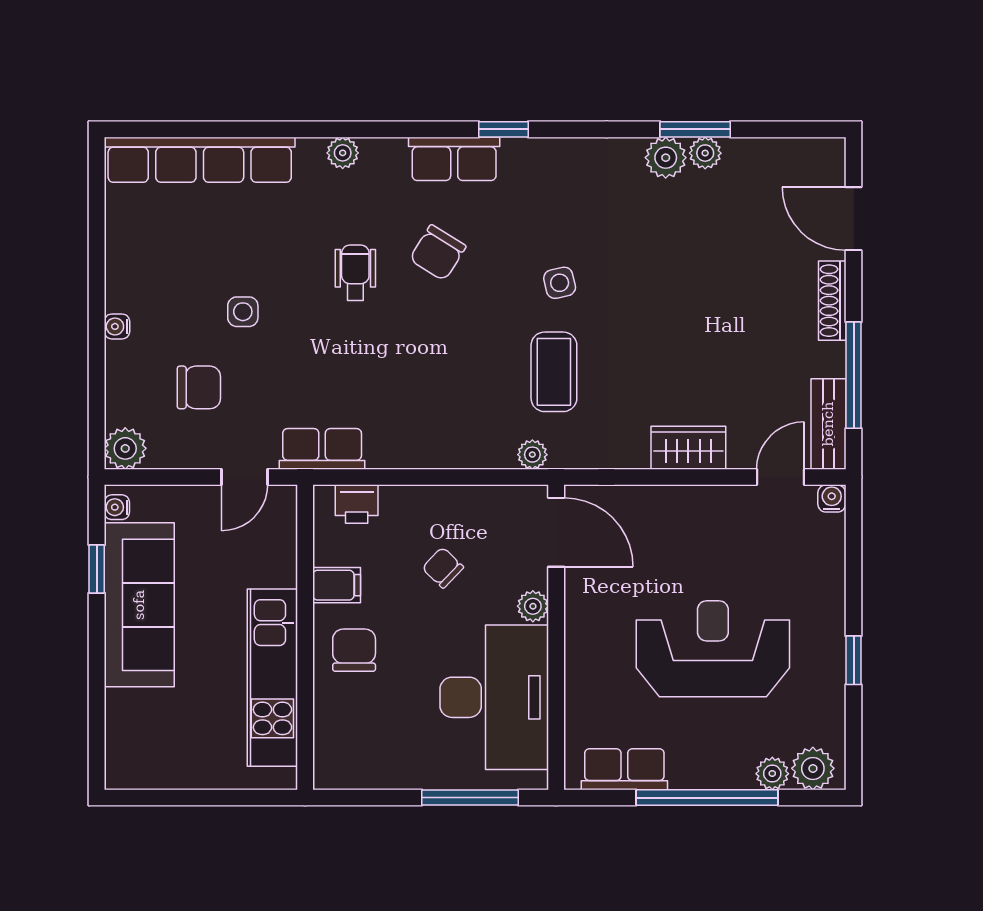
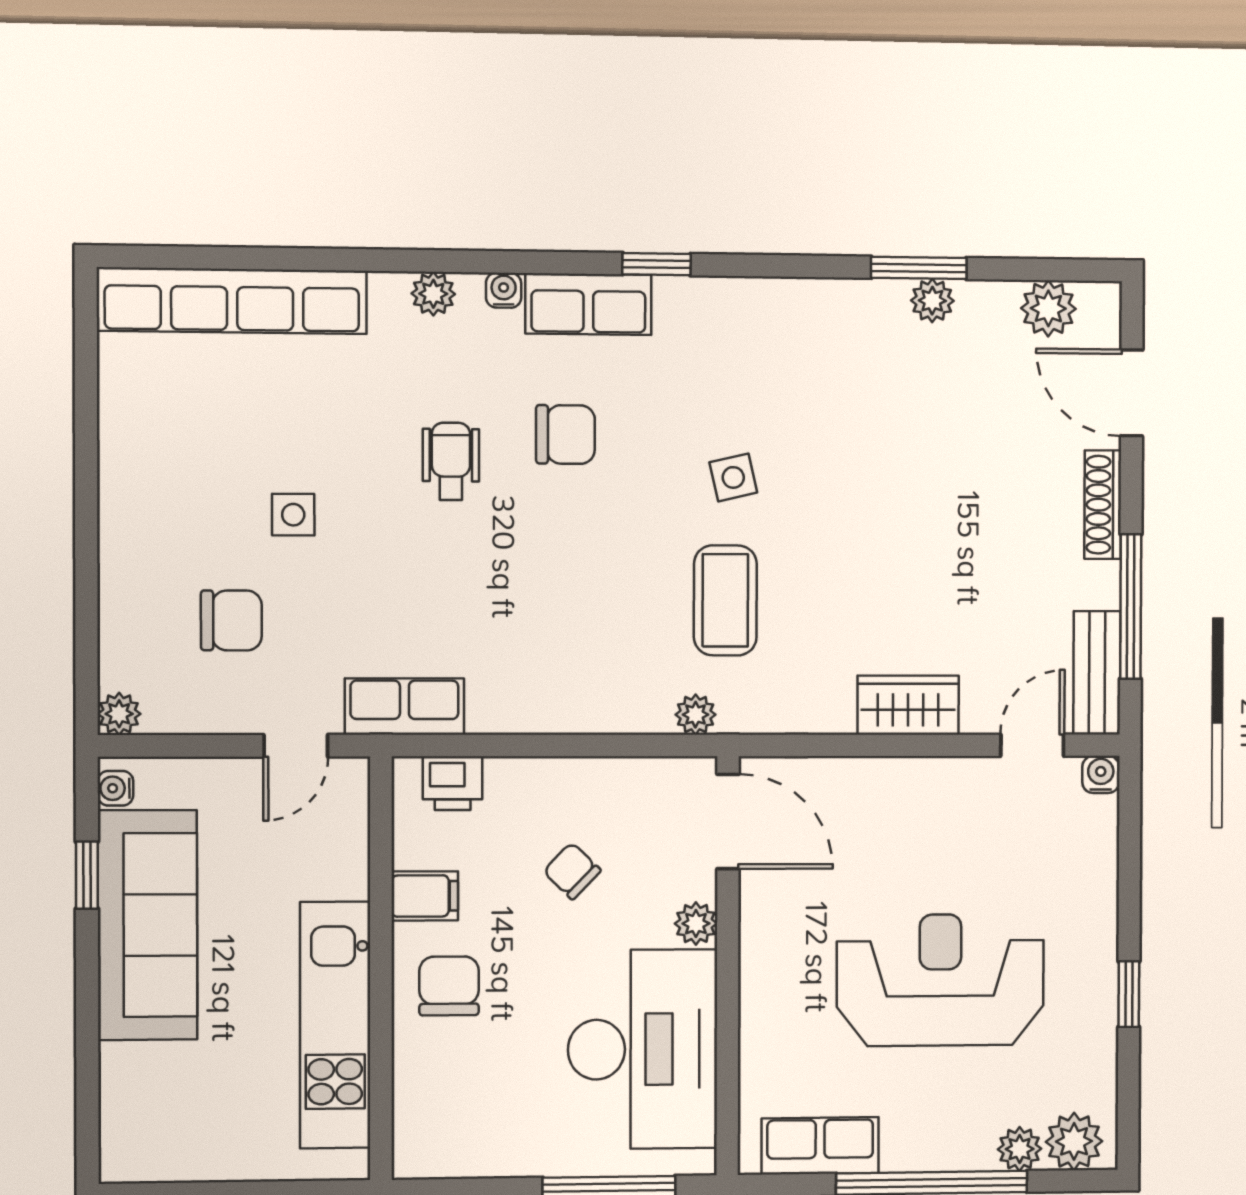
plant: (666, 158) -> (1048, 308), moved
chair: (438, 253) -> (565, 434), turned -122
water cooler: (117, 326) -> (504, 290), moved, turned 90
plant: (125, 448) -> (119, 714), width x0.73, depth x0.73

